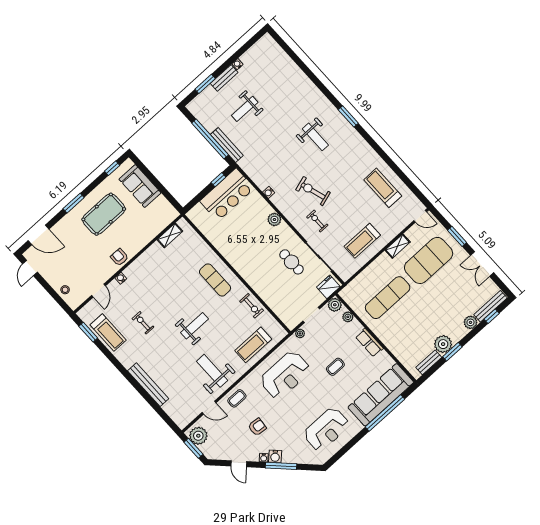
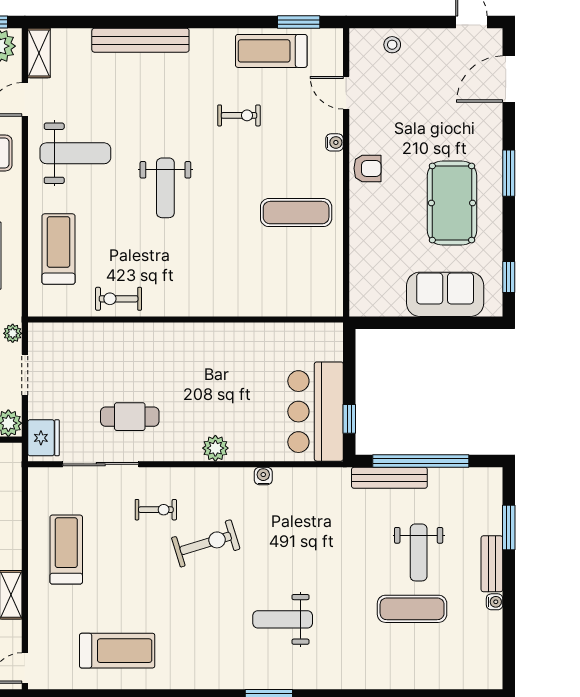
exercise mat: (268, 92) -> (412, 609), added
weight bench: (245, 109) -> (419, 552), turned 180
shelving: (170, 235) -> (39, 53), moved
exercise mat: (215, 280) -> (296, 213), moved

